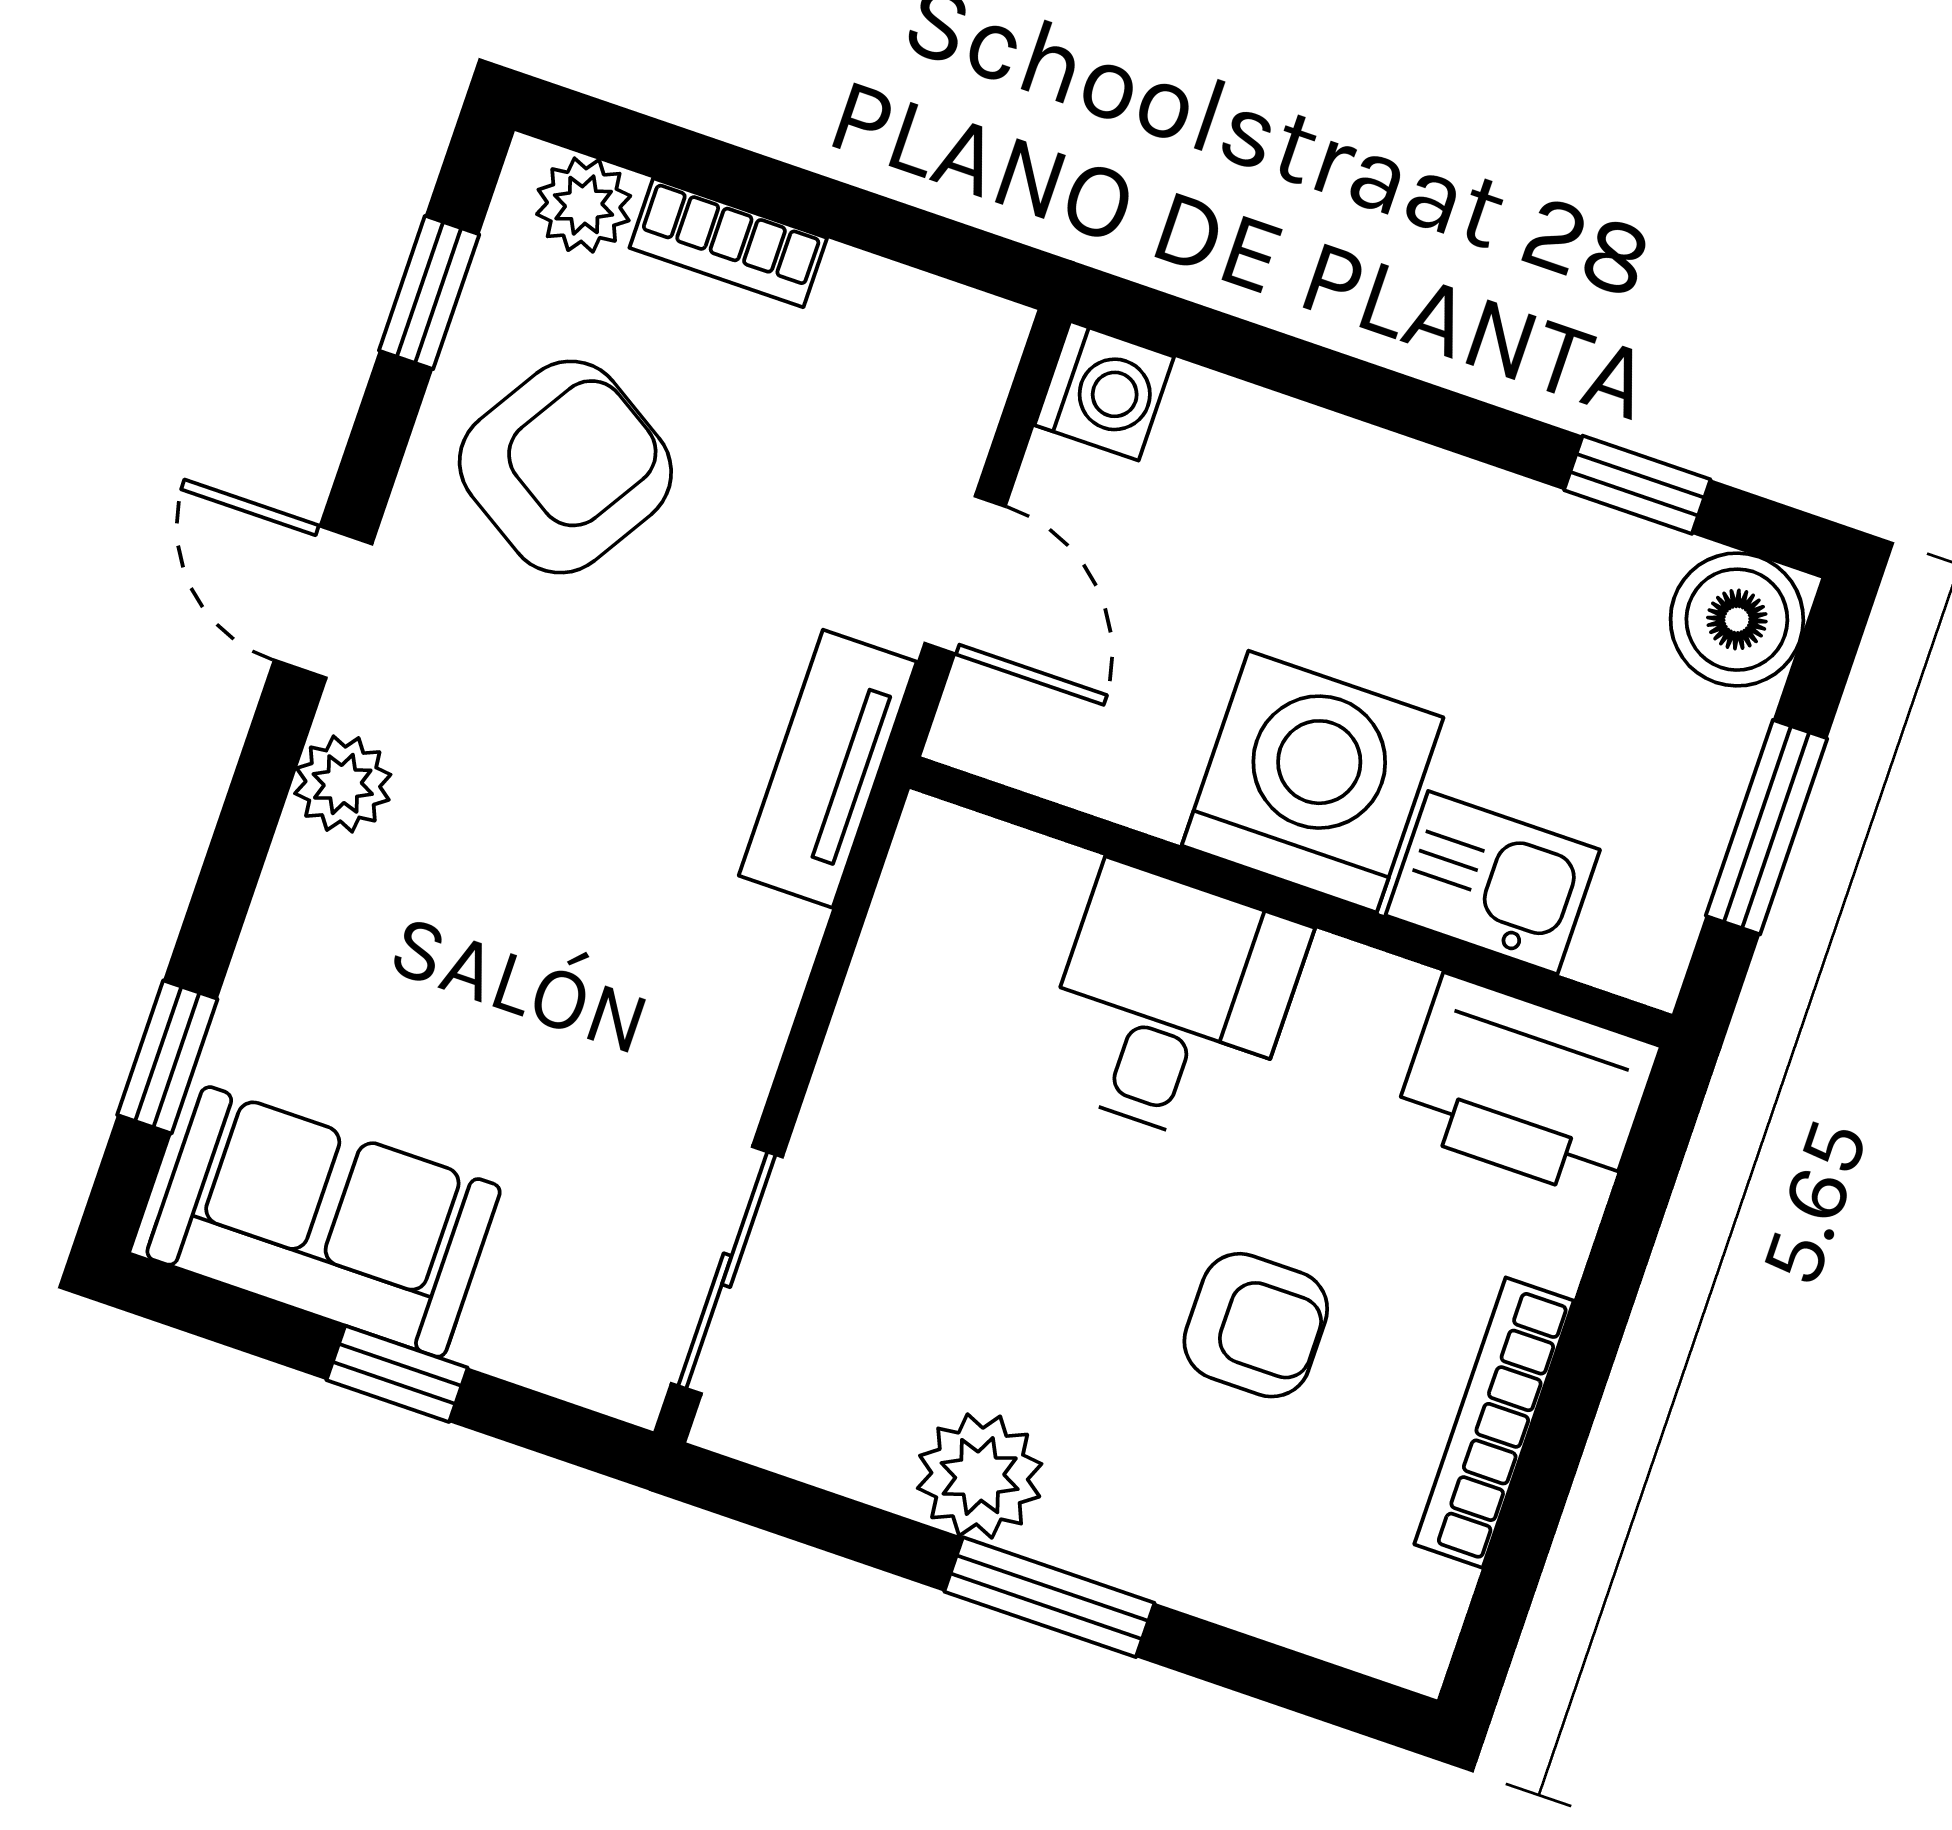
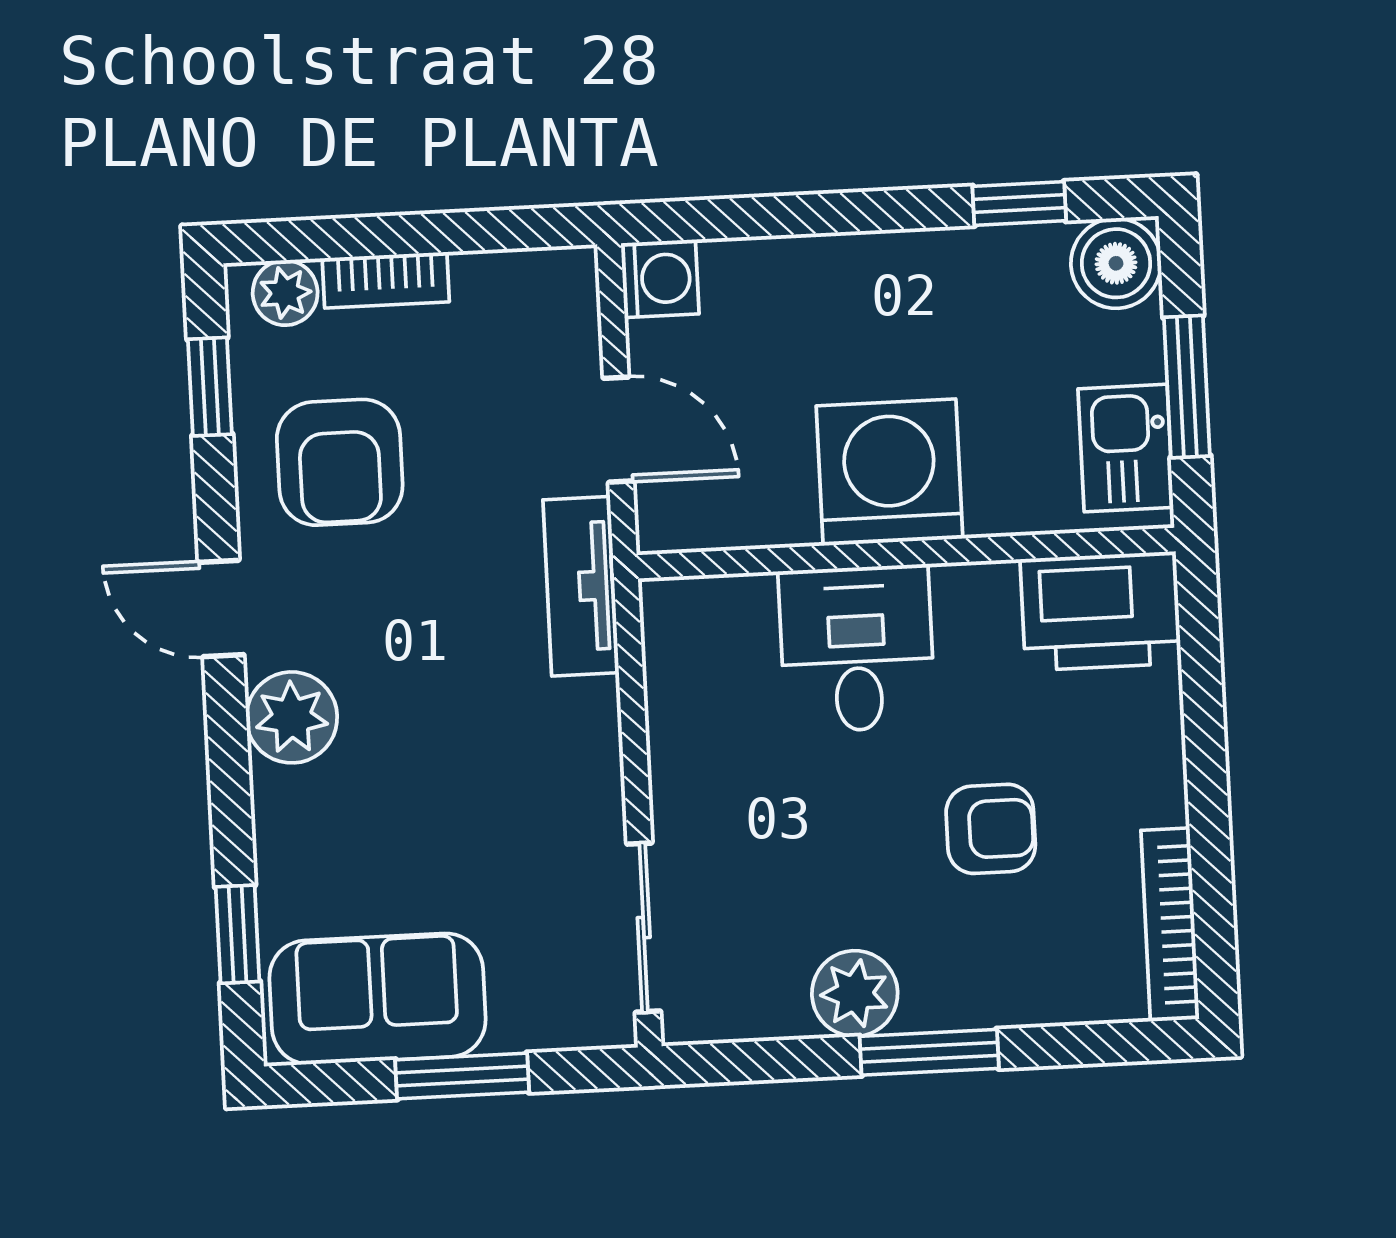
armchair: (565, 467) -> (340, 462), turned 148
plant: (343, 784) -> (292, 717), width x1.38, depth x1.38
kitchen sink: (1493, 883) -> (1126, 448), moved, turned -90
window: (397, 1374) -> (462, 1076), width x1.50
bookcase: (1494, 1423) -> (1170, 925), moved

